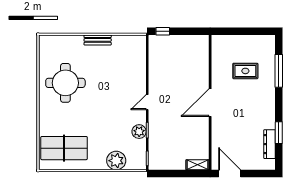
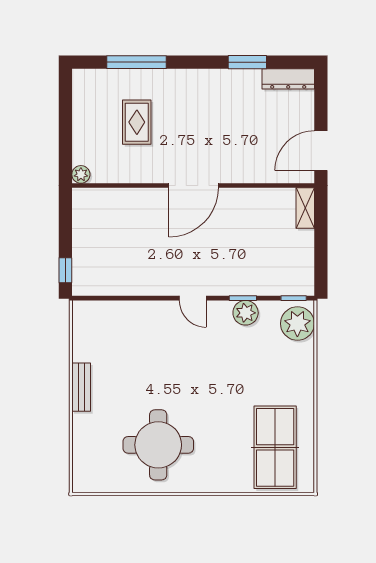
plant: (216, 40) -> (81, 174), added
door: (210, 103) -> (194, 186), hinge flipped
dresser: (270, 144) -> (288, 79), moved
plant: (116, 161) -> (297, 324), moved

